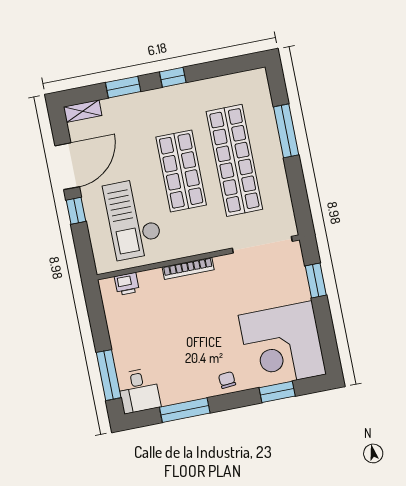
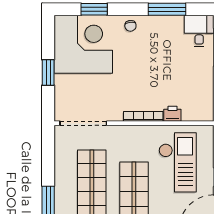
window: (316, 281) -> (48, 73), moved
printer: (127, 284) -> (172, 114), moved

